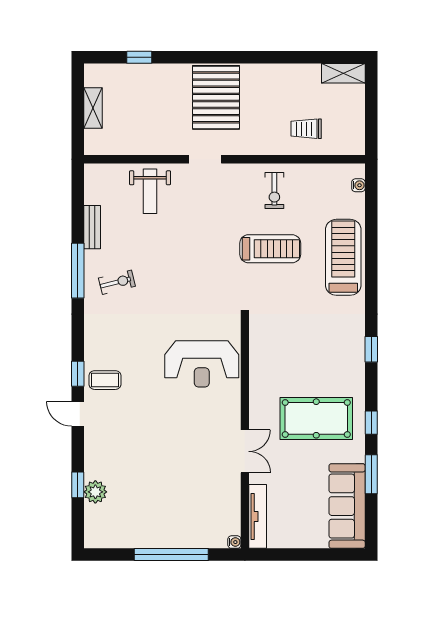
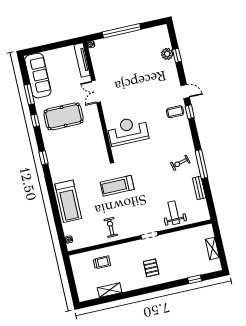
shelving: (343, 73) -> (110, 290), moved
pallet: (216, 97) -> (151, 268), width x0.49, depth x0.50
treadmill: (270, 249) -> (117, 186), moved

